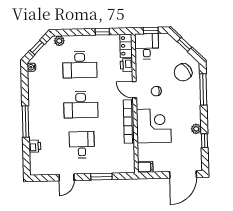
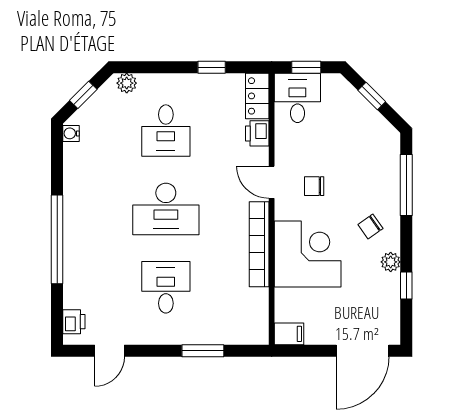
desk: (80, 65) -> (166, 131), width x0.73
chair: (183, 72) -> (370, 227), moved, width x0.54, depth x0.54
window: (26, 122) -> (57, 239), width x1.46
printer: (35, 146) -> (74, 322), moved
door: (67, 177) -> (109, 351), moved

